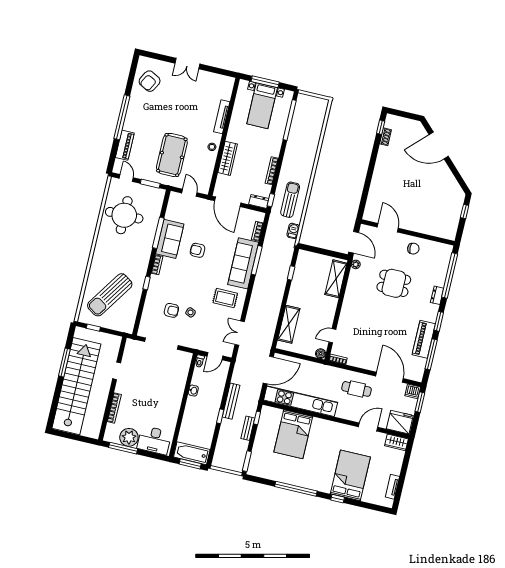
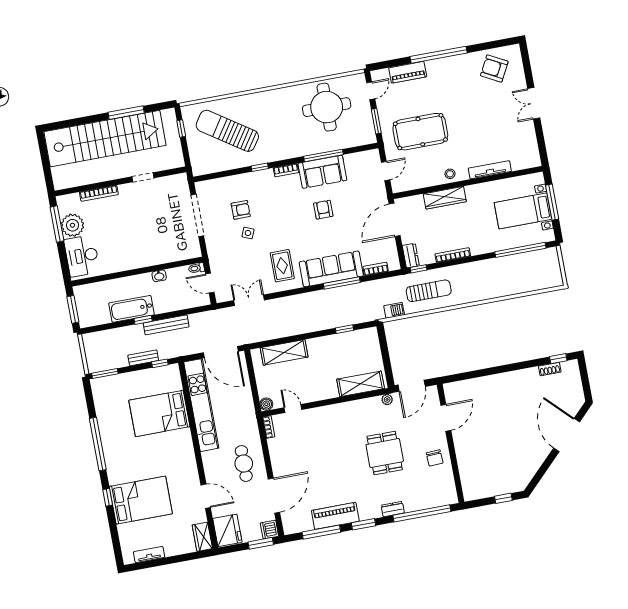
armchair: (171, 310) -> (241, 210), turned -90
bathtub: (192, 453) -> (132, 309), moved, turned -90

